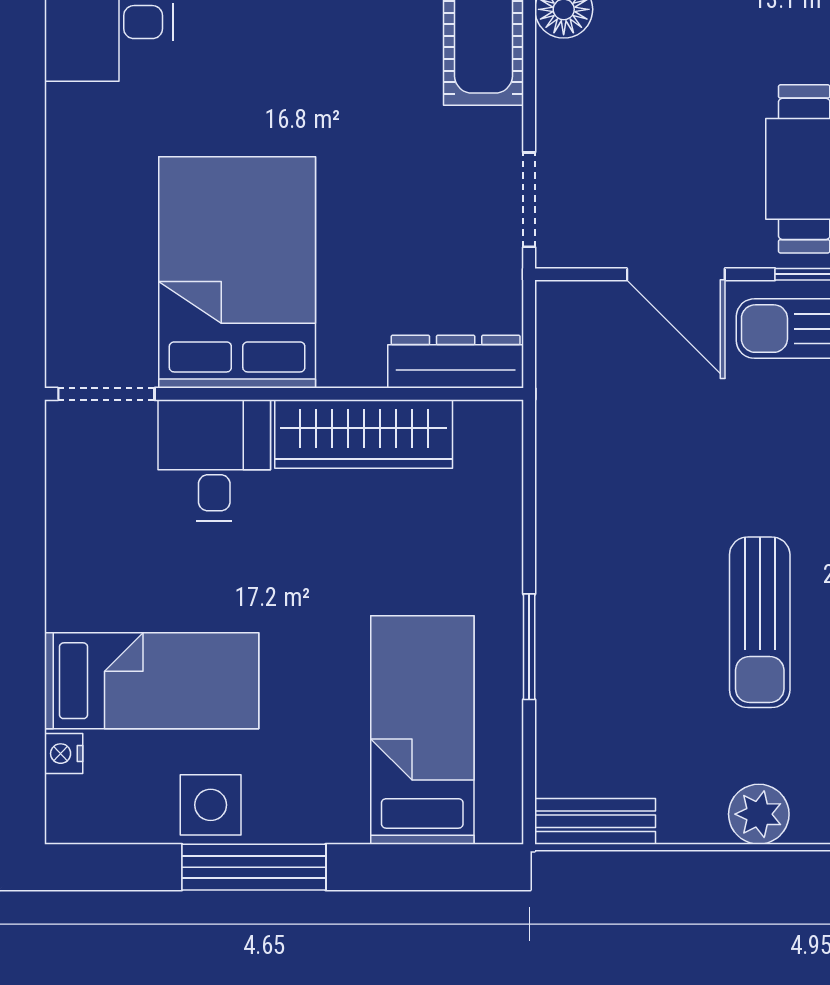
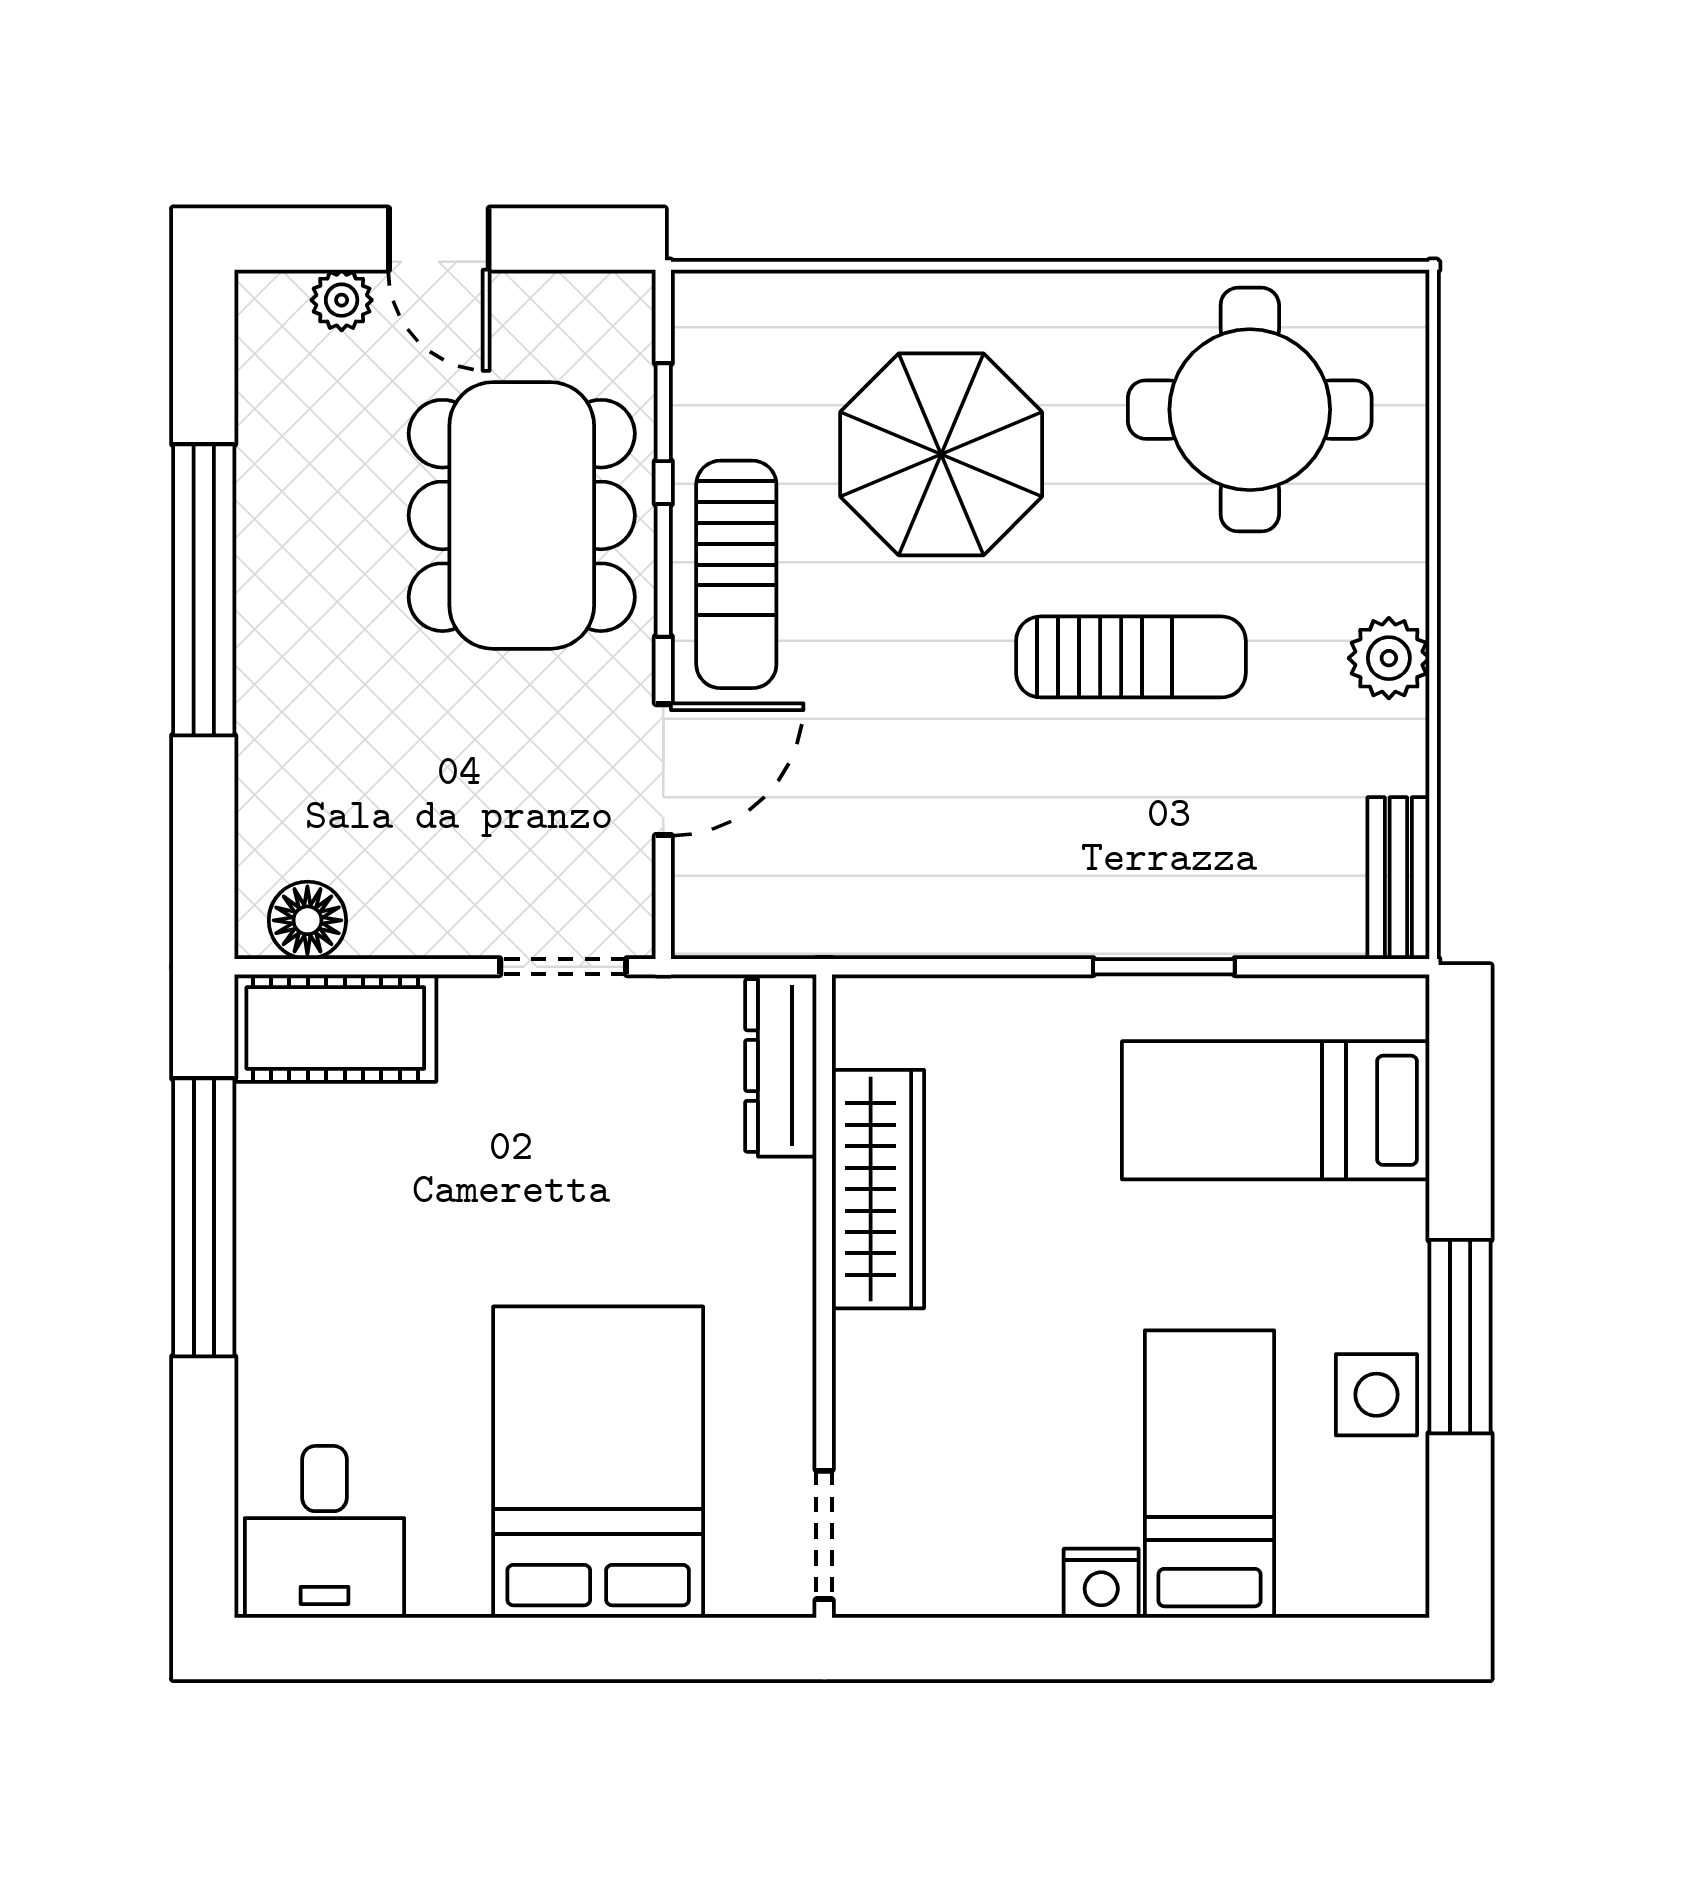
bed: (237, 272) -> (598, 1462), moved, turned 90
desk: (214, 460) -> (913, 1390), removed
nightstand: (64, 754) -> (1101, 1583), moved, width x1.39, depth x1.35

